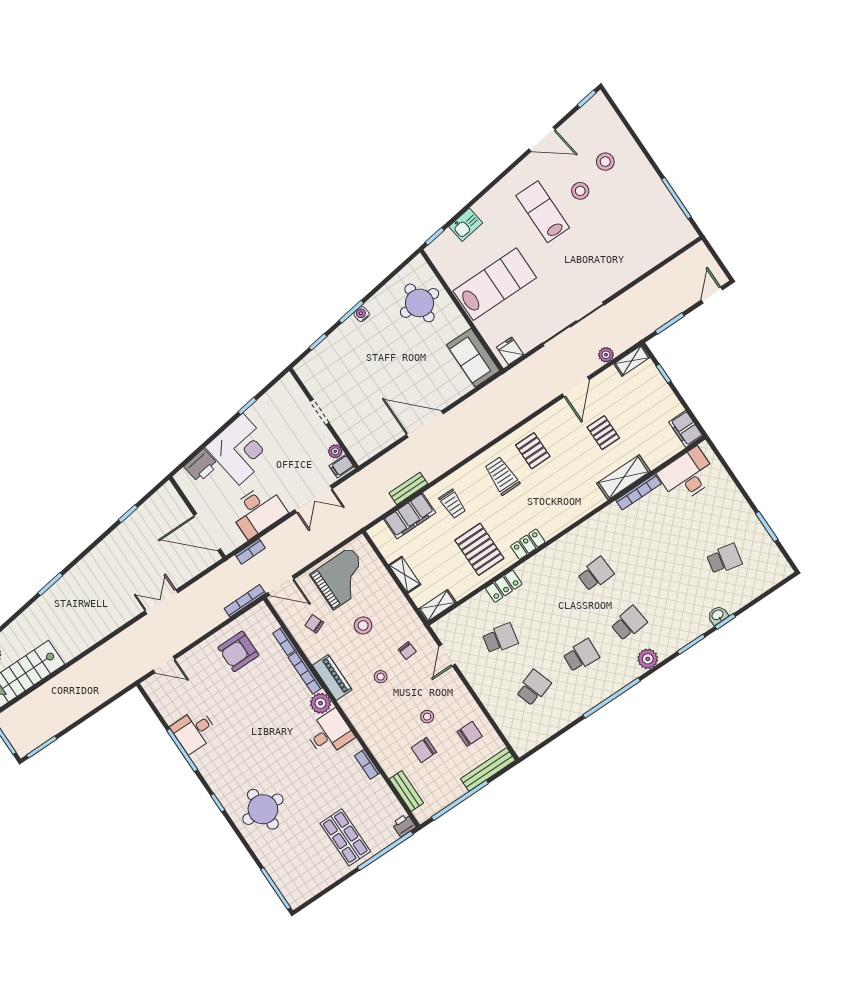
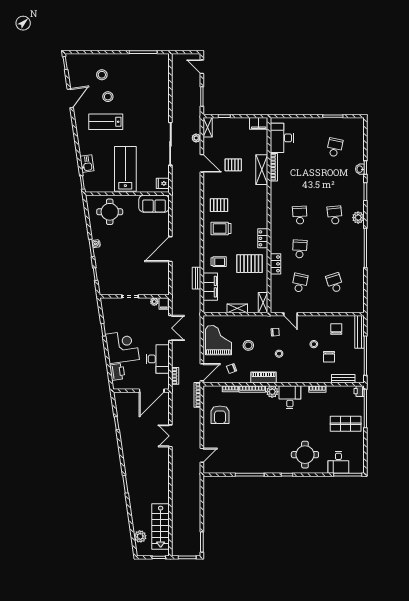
school desk: (581, 656) -> (300, 249), moved
desk: (194, 731) -> (338, 462), moved

